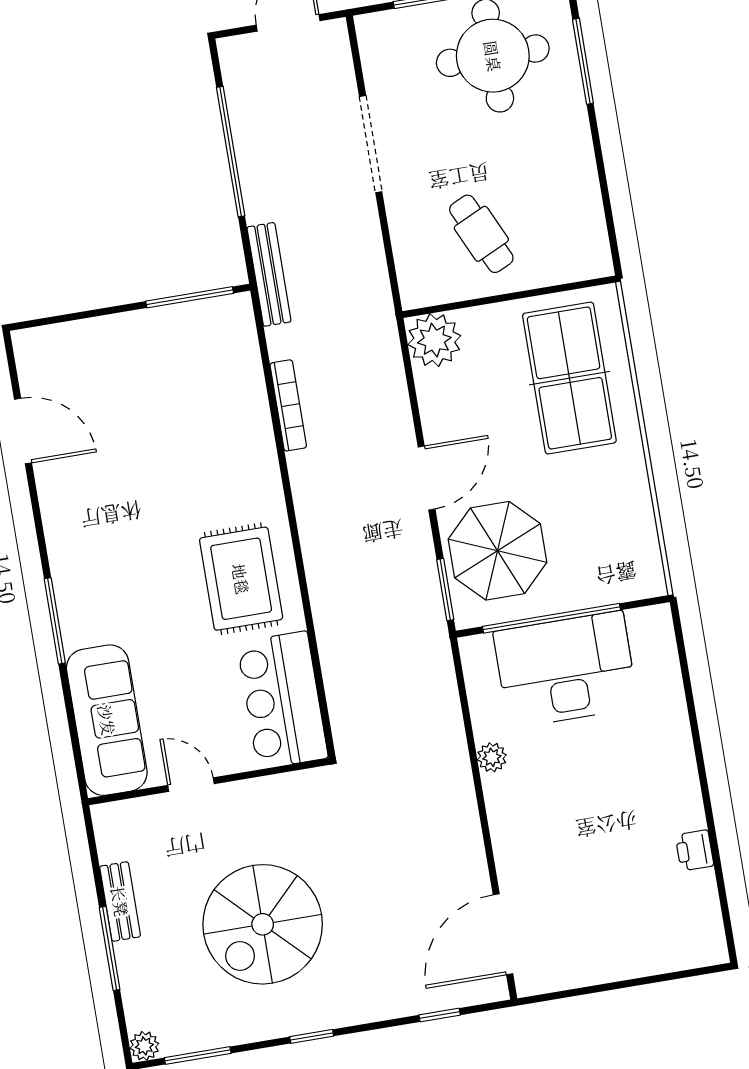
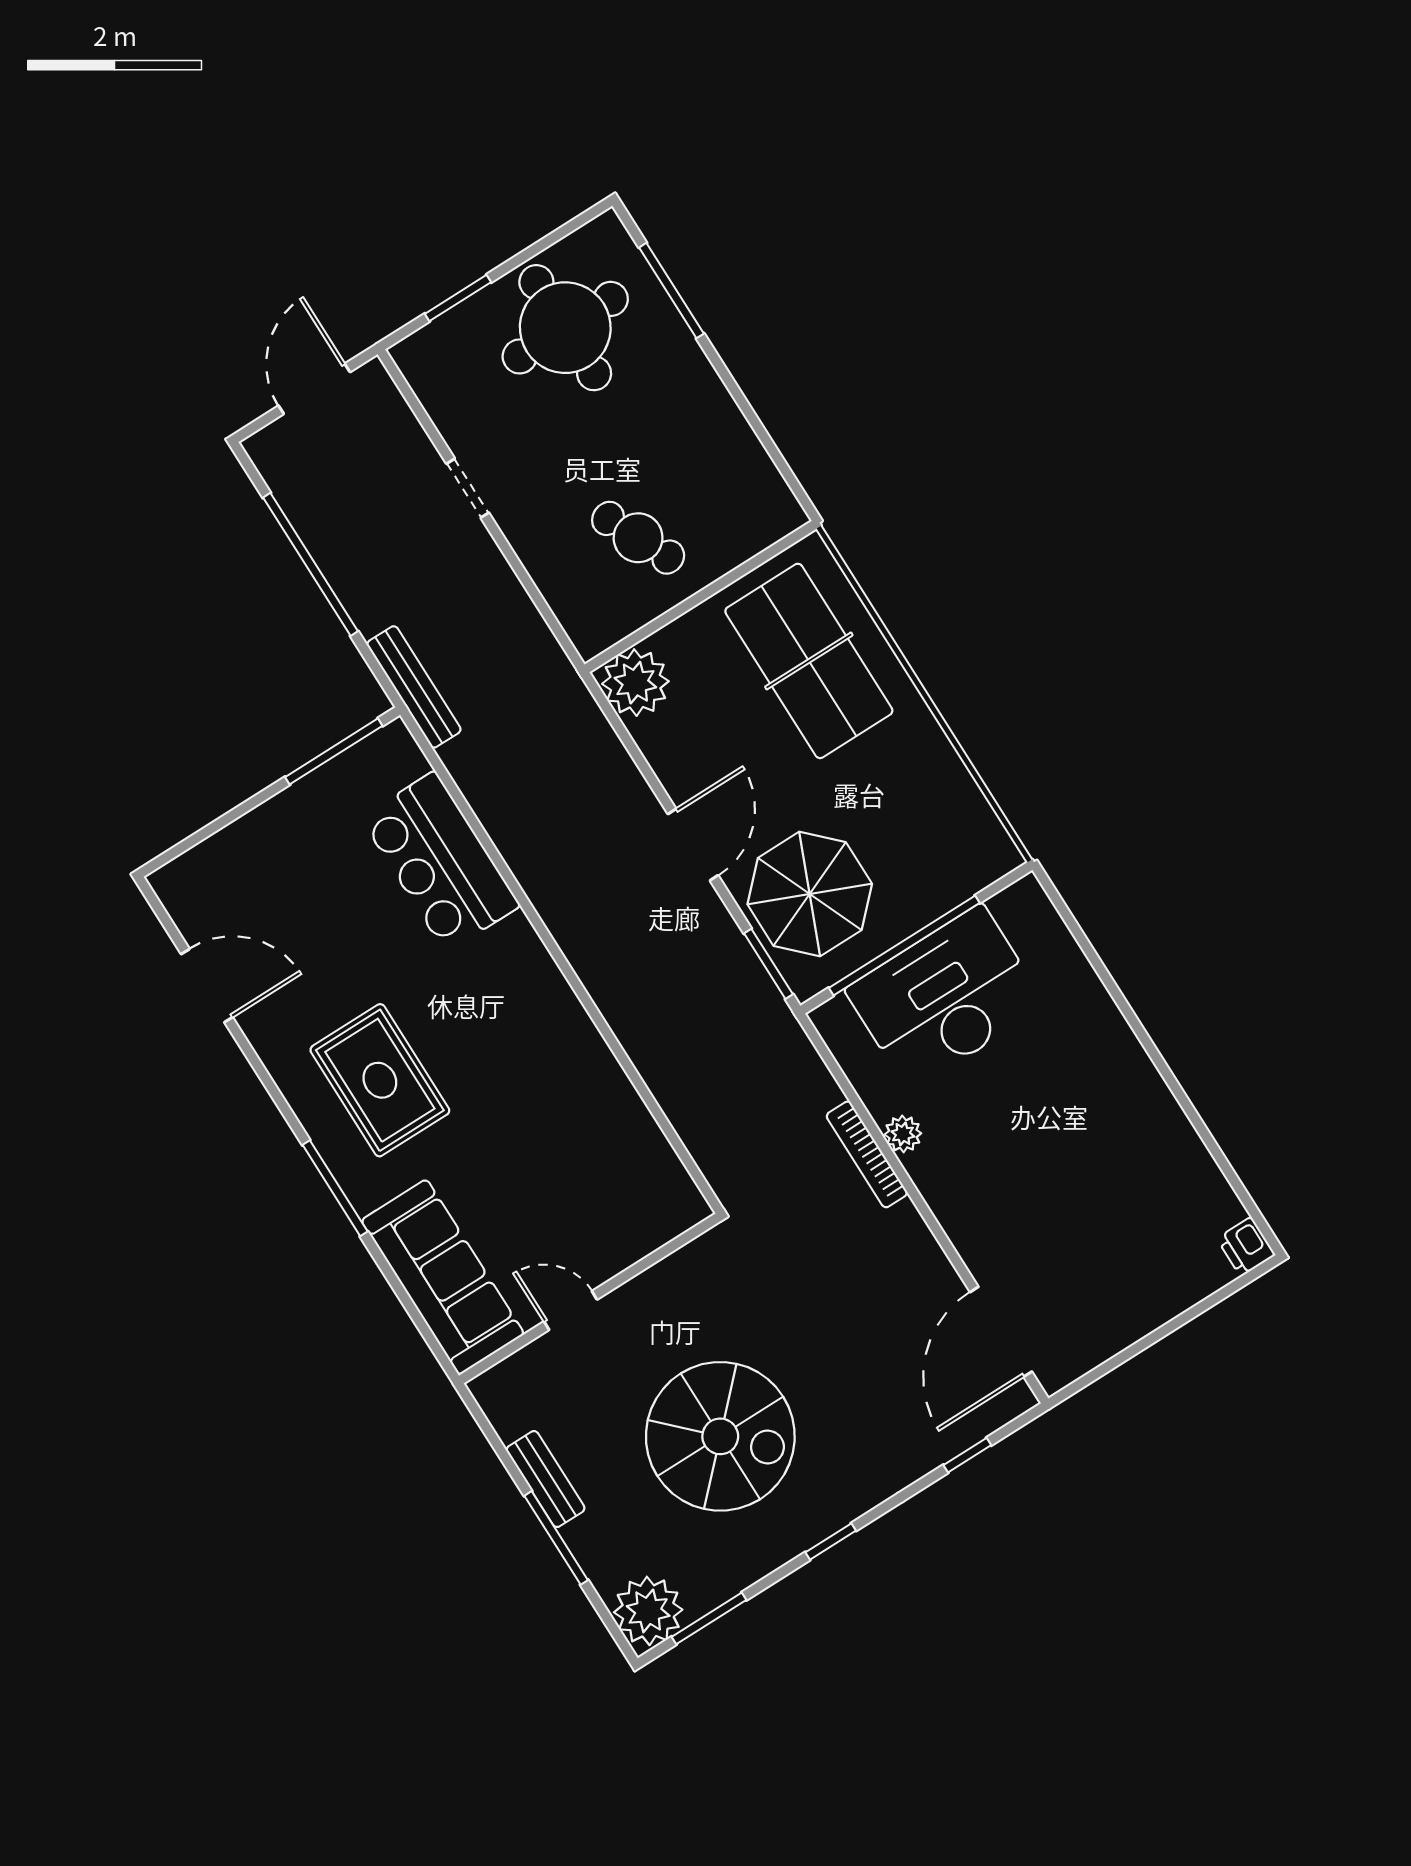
doorway: (371, 144) -> (468, 488), width x0.53
bookcase: (288, 405) -> (867, 1154), moved, turned 180
rug: (241, 579) -> (380, 1080), moved
bar counter: (282, 700) -> (440, 862), moved
printer: (694, 850) -> (1246, 1247), moved
spiral stairs: (263, 924) -> (720, 1436), turned -90
plant: (144, 1046) -> (648, 1611), width x1.88, depth x1.88

